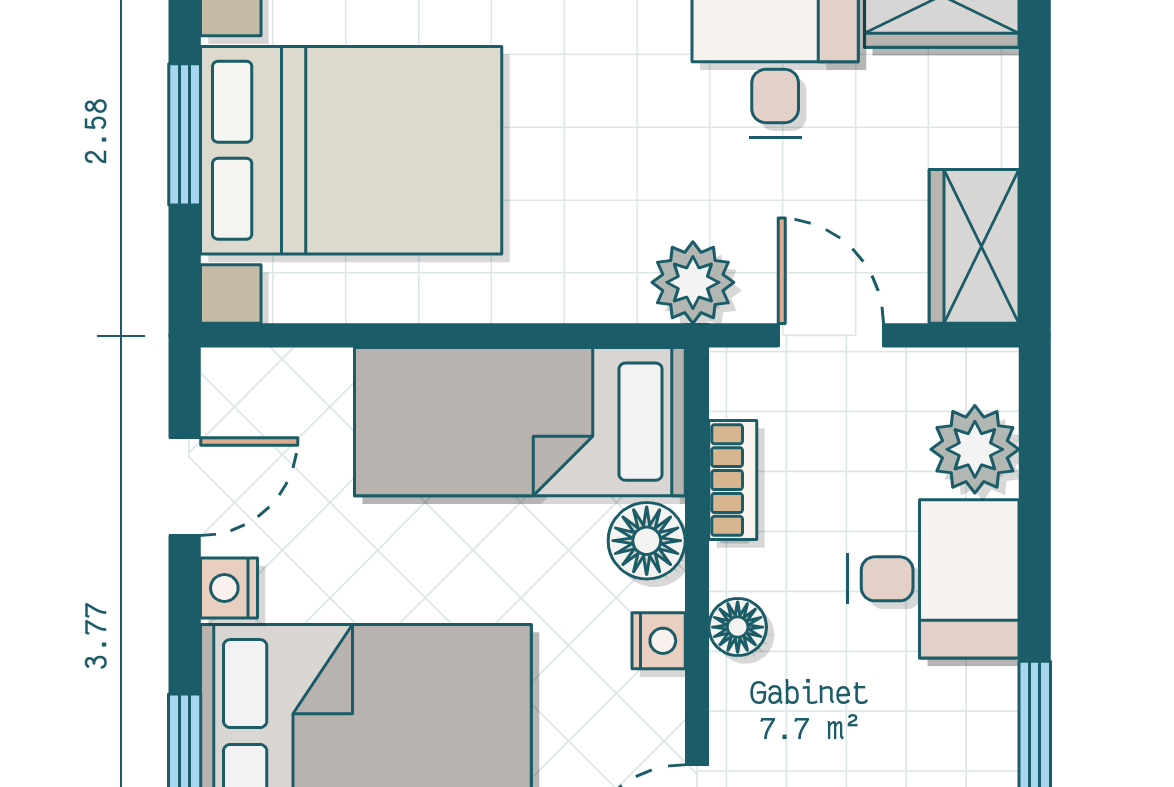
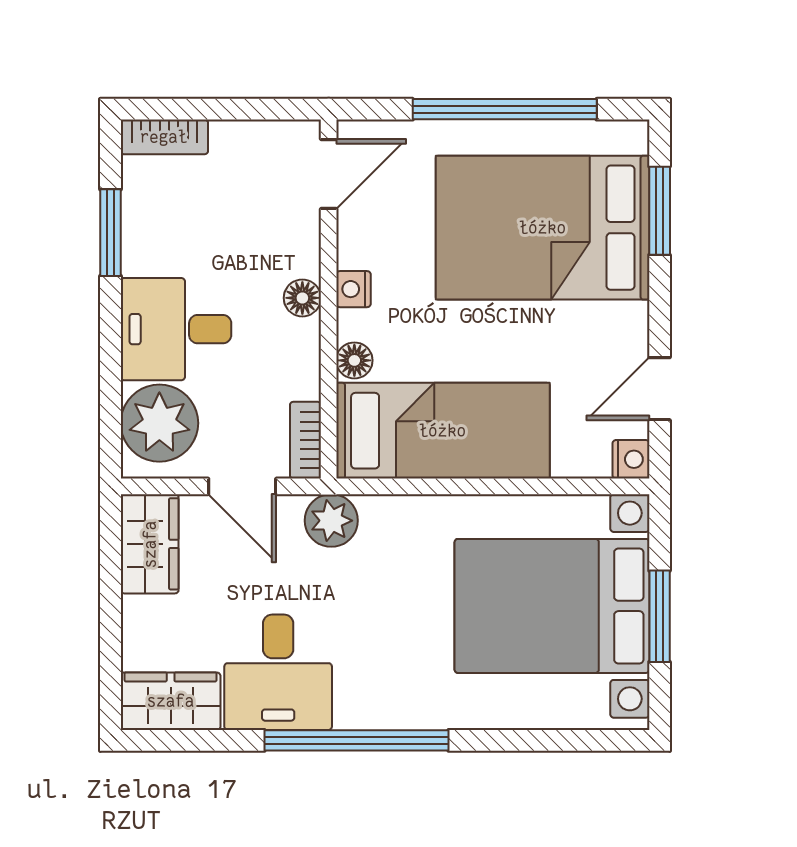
plant: (975, 449) -> (159, 423), width x1.36, depth x1.36
bookcase: (733, 480) -> (305, 440), moved
floor lamp: (647, 541) -> (354, 360), width x0.73, depth x0.73
nightstand: (229, 588) -> (631, 459), moved

